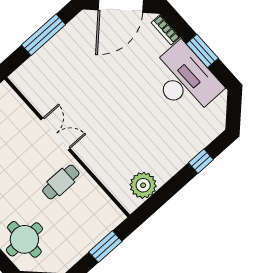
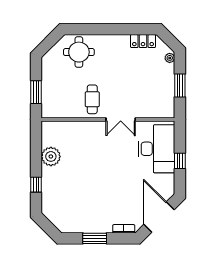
window: (44, 35) -> (180, 161), width x0.46
desk: (185, 80) -> (157, 149), moved, turned -90
plant: (143, 185) -> (51, 156), moved

